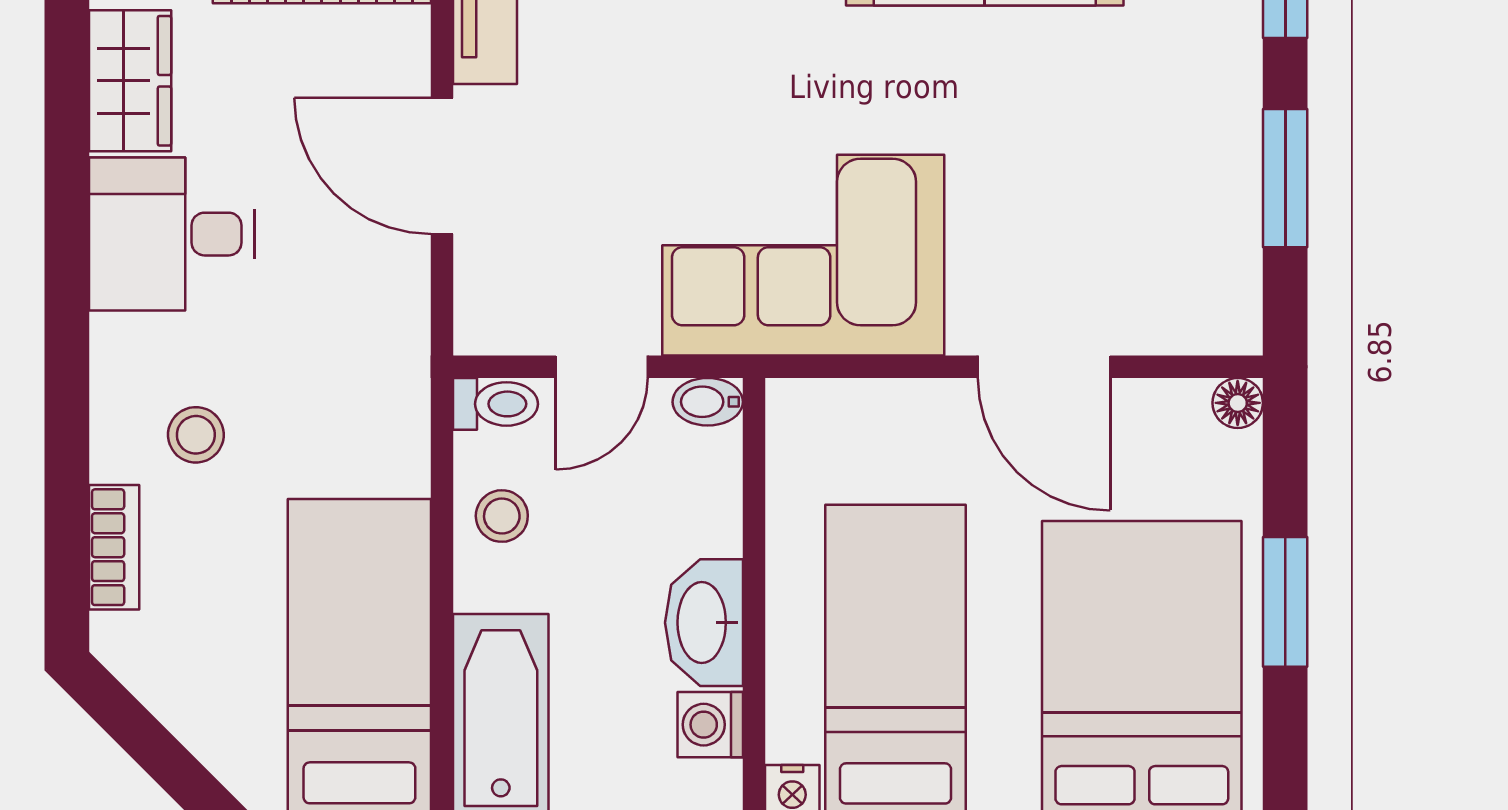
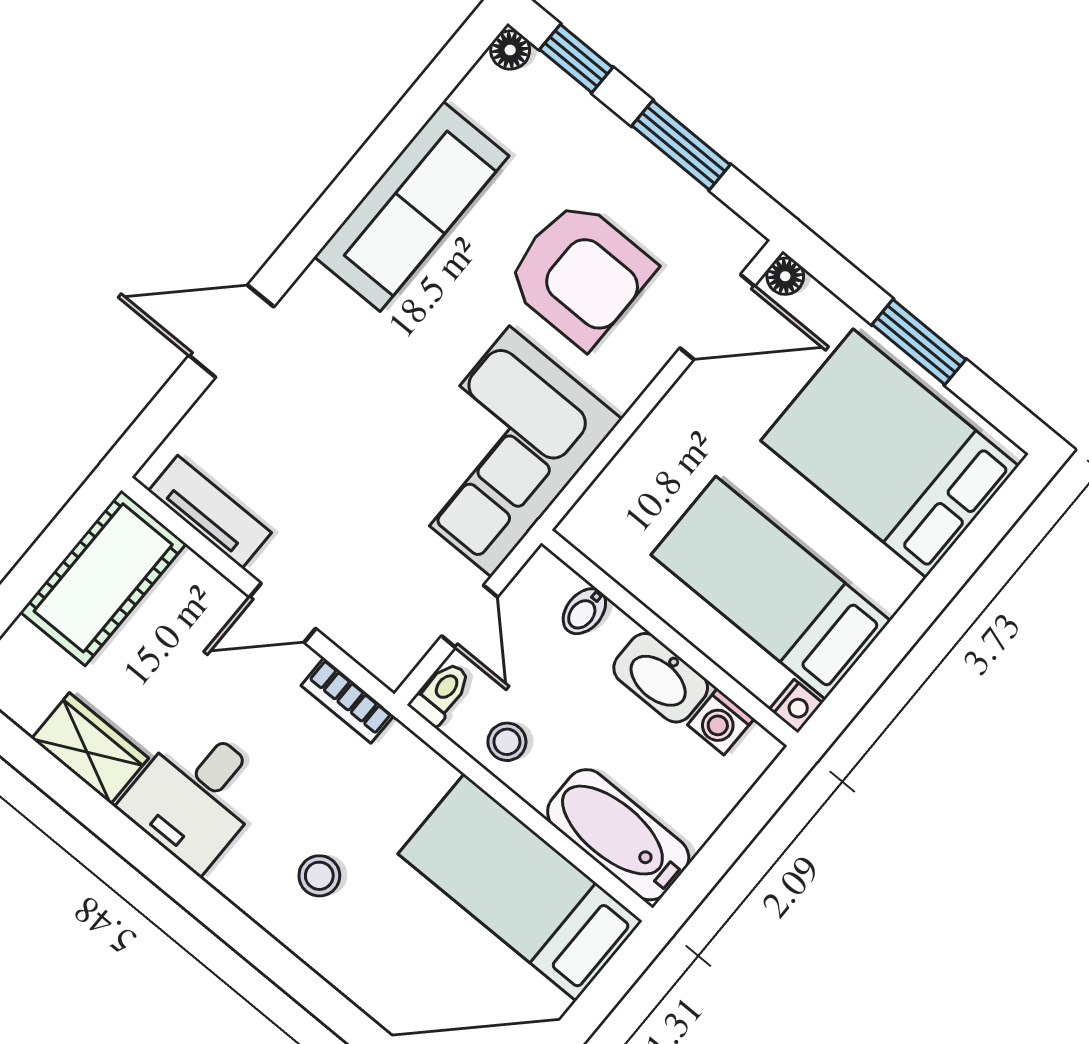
door: (442, 166) -> (283, 613), width x0.73
armchair: (1061, 183) -> (580, 274), added
door: (1044, 367) -> (717, 317), moved
bidet: (708, 402) -> (584, 611), moved
bookcase: (114, 547) -> (347, 700), moved, turned 180

